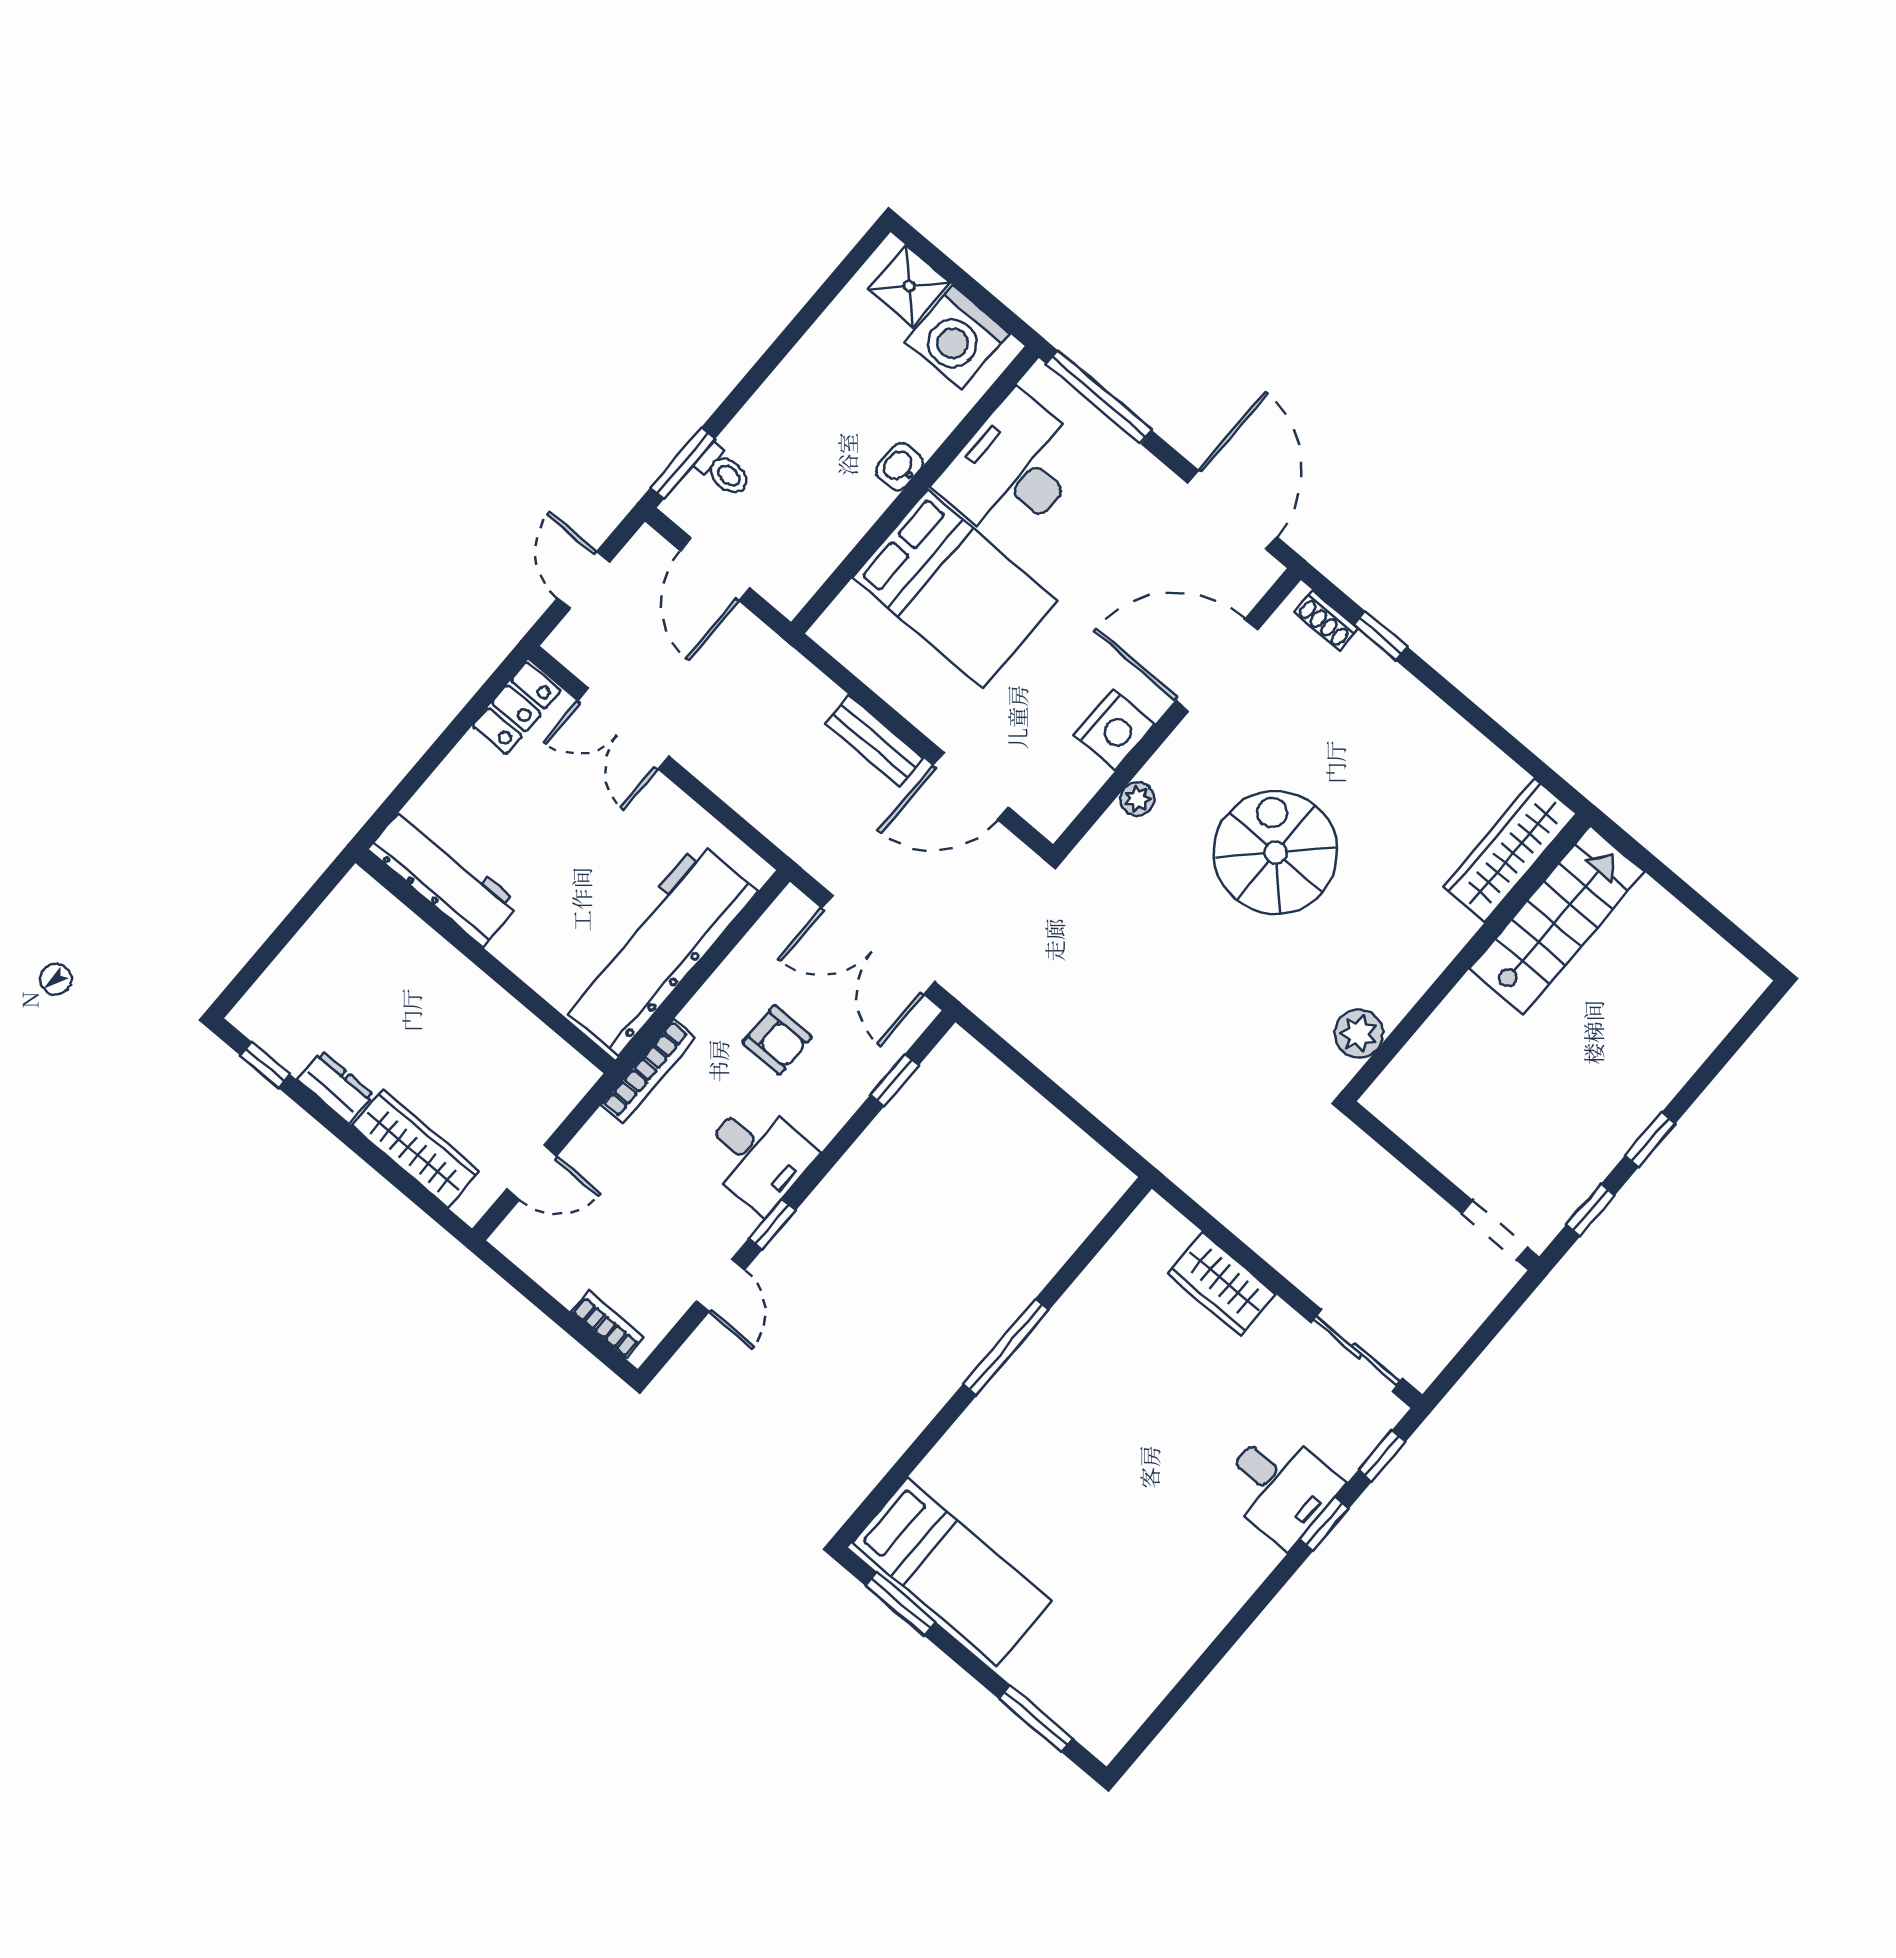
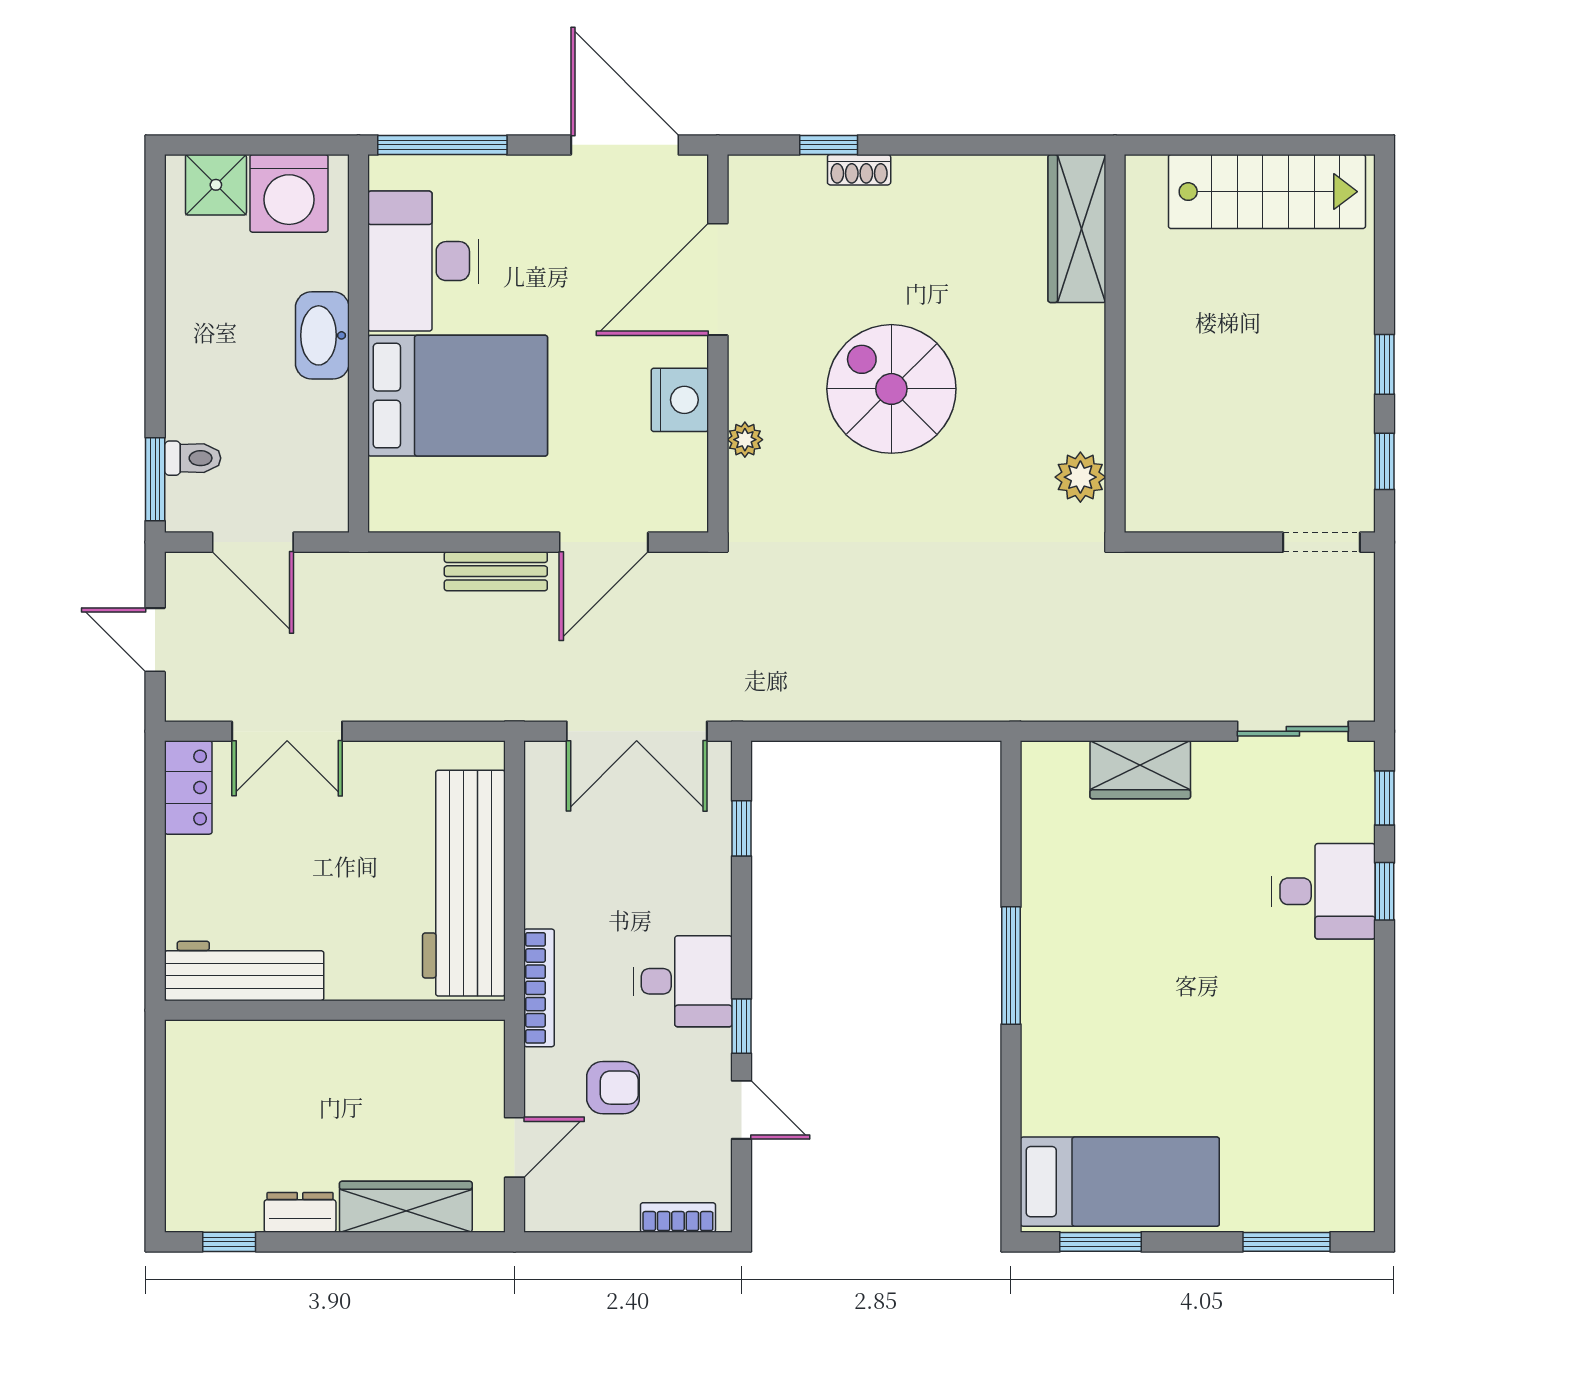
washbasin: (900, 467) -> (322, 335), width x1.91, depth x1.45
shoe rack: (1326, 620) -> (859, 170), moved
stairs: (1557, 920) -> (1267, 192), moved, turned 90
armchair: (777, 1040) -> (613, 1088), moved

